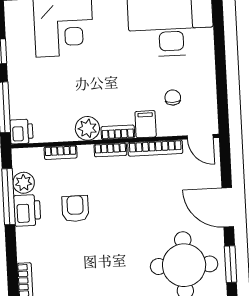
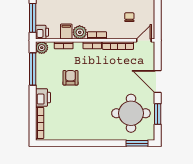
filing cabinet: (146, 124) -> (66, 32), moved
door: (200, 137) -> (144, 40), swing flipped
plant: (24, 183) -> (42, 48), moved
printer: (27, 210) -> (43, 98), moved

